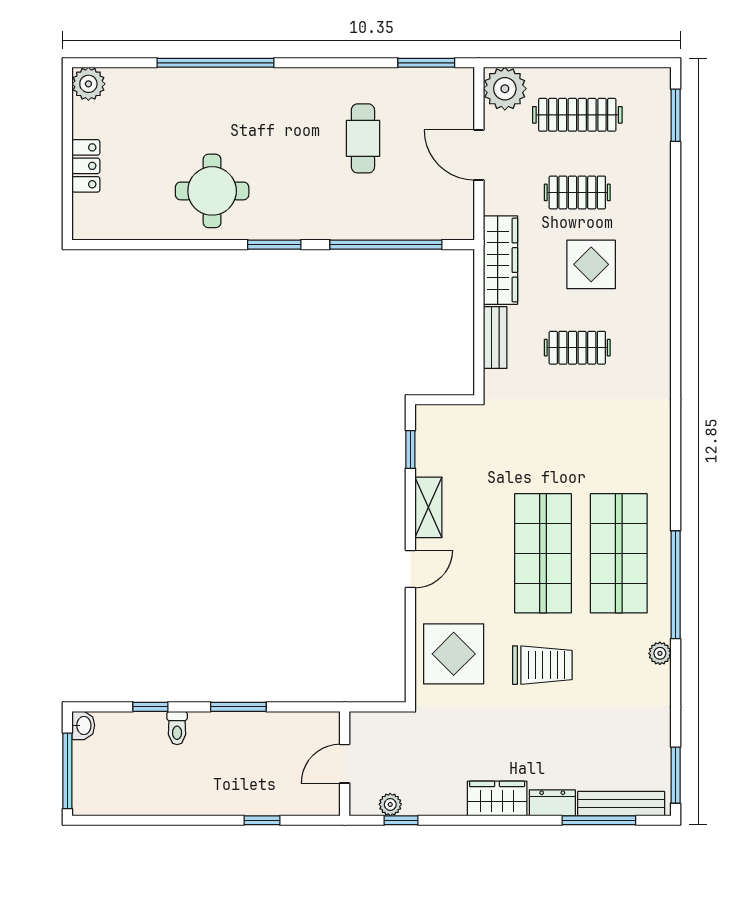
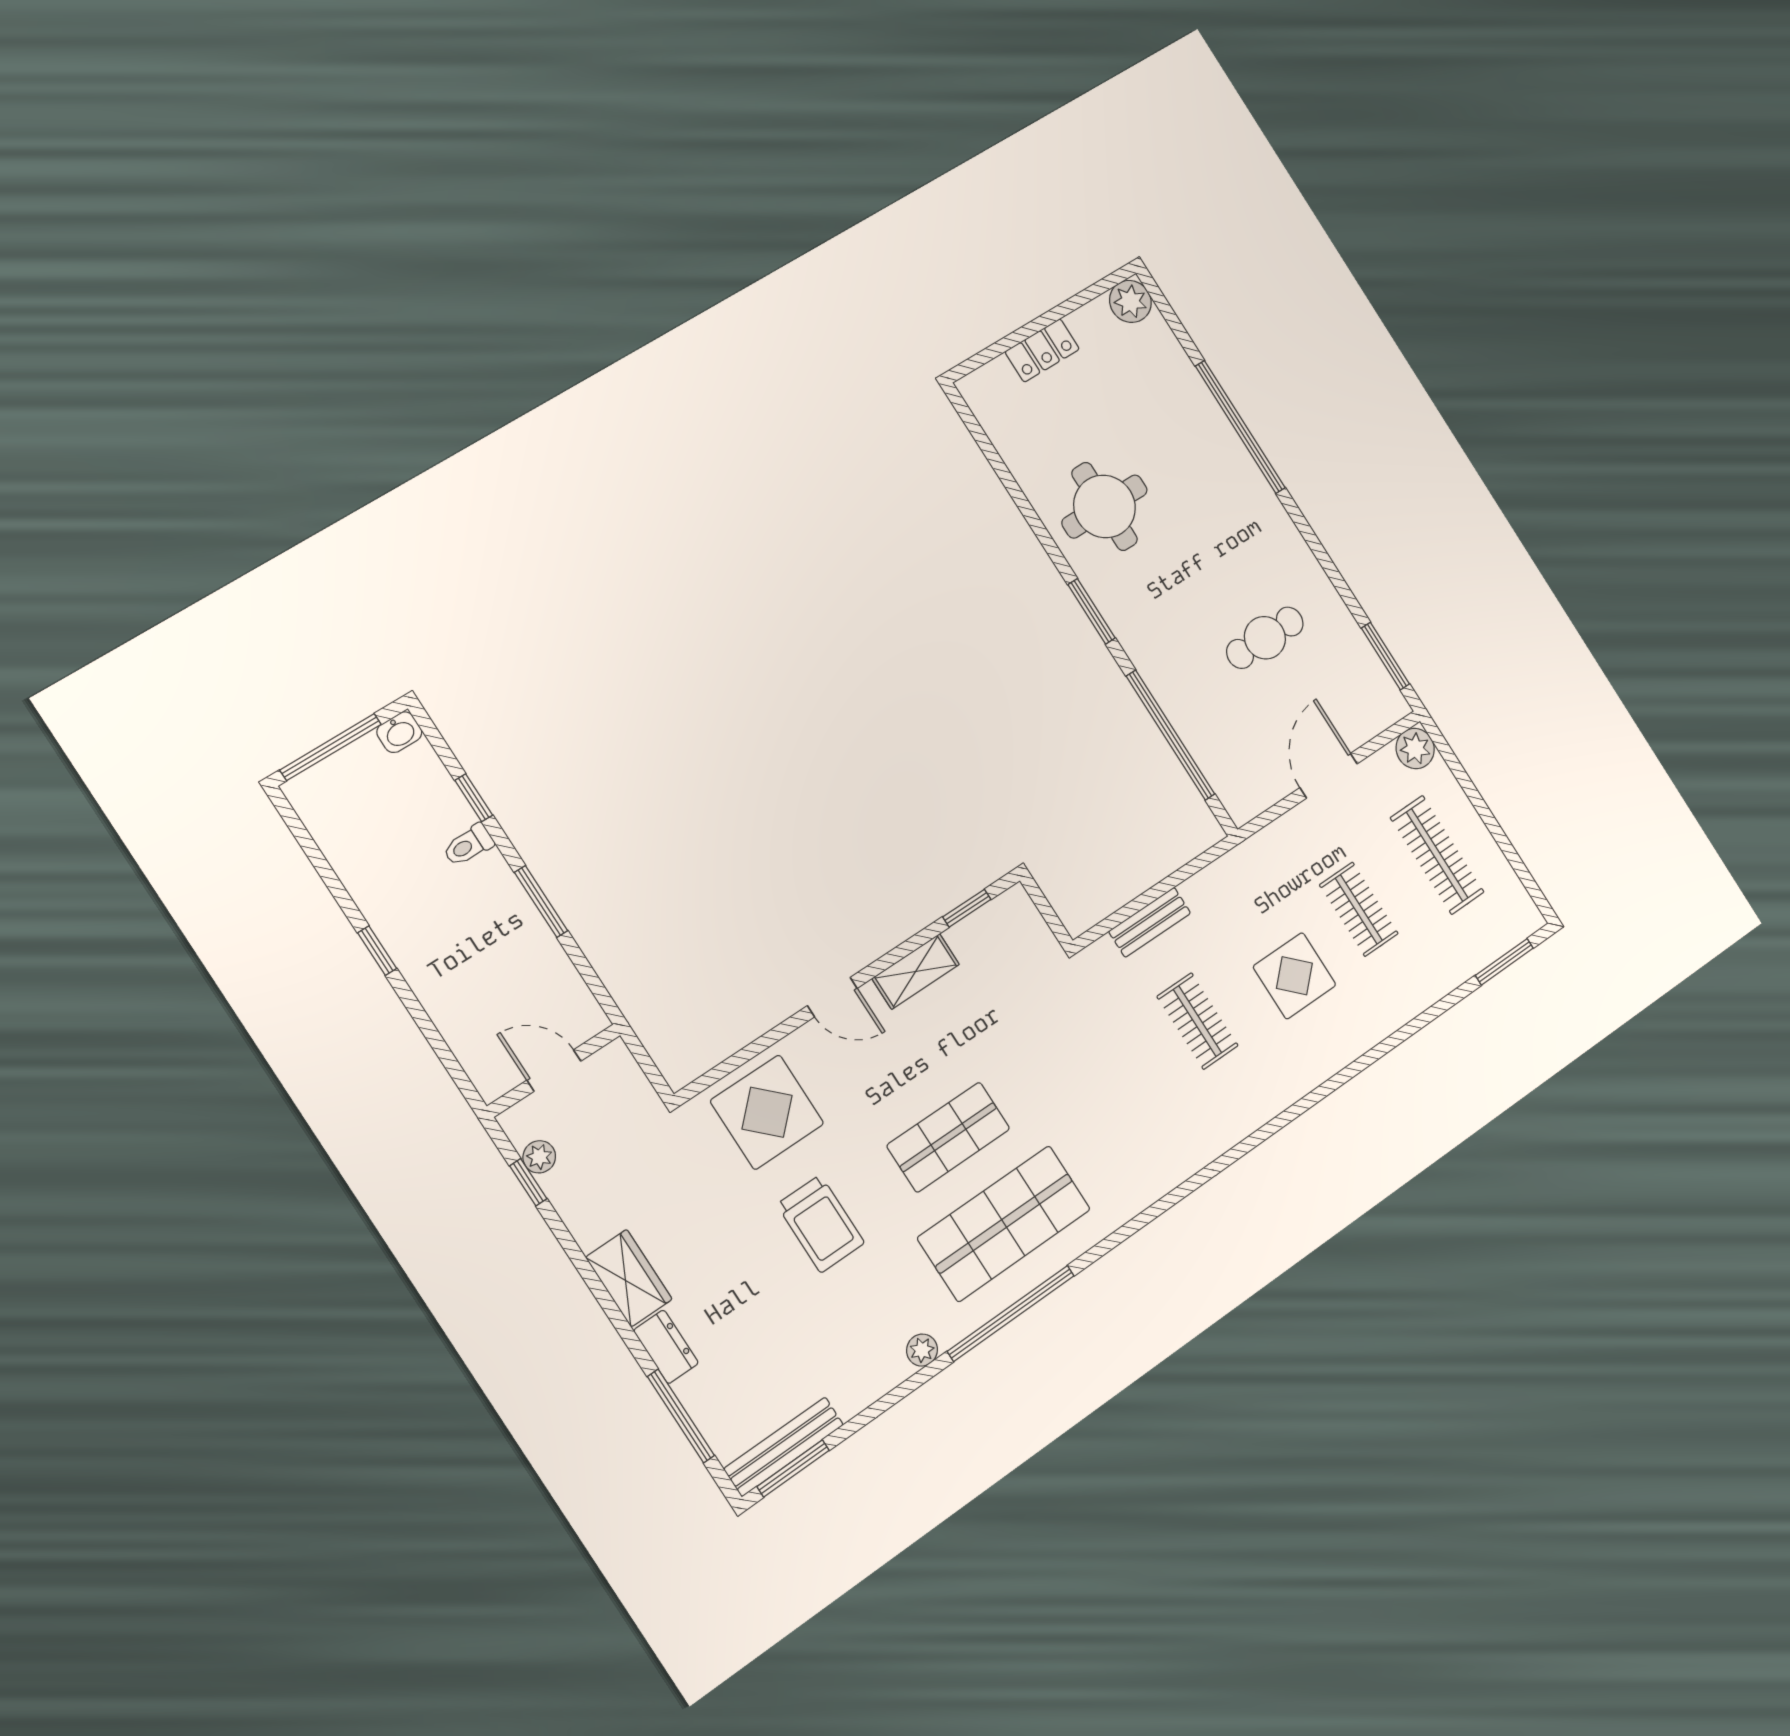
plant: (505, 89) -> (1415, 749), width x0.73, depth x0.73
wardrobe: (500, 260) -> (1235, 873), removed
shop shelf: (543, 553) -> (948, 1137), width x0.70, depth x0.74
bench: (621, 804) -> (784, 1447), moved, turned 90
window: (262, 820) -> (377, 951), moved

